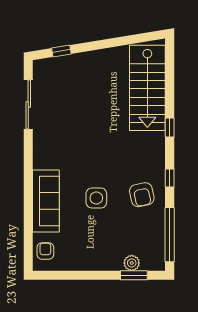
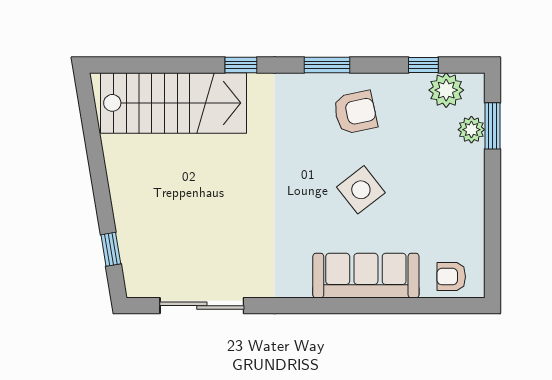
window: (170, 178) -> (327, 65), width x1.50
side table: (96, 198) -> (361, 190), turned -38
window: (170, 235) -> (423, 65), width x0.32
plant: (155, 248) -> (446, 90), added

